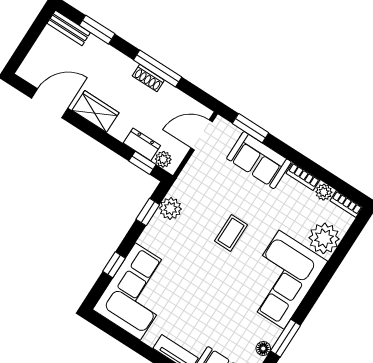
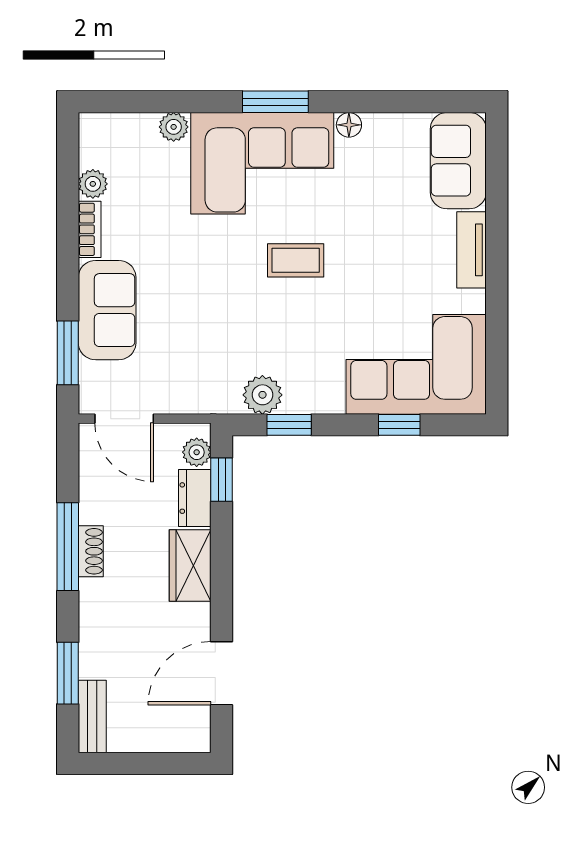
door: (50, 103) -> (222, 673), hinge flipped
wardrobe: (96, 111) -> (190, 565), moved
bookcase: (346, 204) -> (89, 139), removed
coffee table: (231, 233) -> (296, 260), moved
plant: (324, 238) -> (174, 127), width x0.53, depth x0.53
window: (286, 338) -> (275, 102), moved
floor lamp: (263, 349) -> (349, 125), moved

